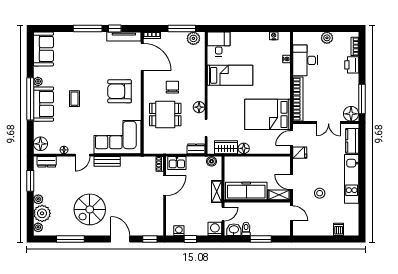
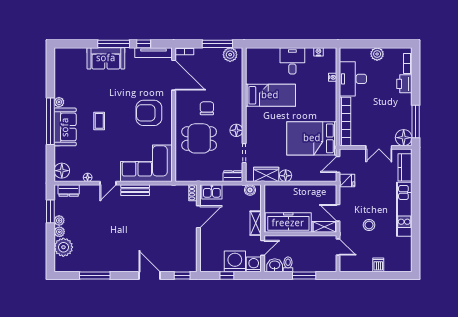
desk: (219, 44) -> (292, 61), moved
sofa: (43, 49) -> (106, 58), moved, turned 90
spiral stairs: (90, 209) -> (116, 243), removed
plant: (38, 227) -> (59, 221), moved
dishwasher: (339, 229) -> (378, 265), moved
washing machine: (179, 231) -> (235, 261), moved, width x1.89, depth x1.89

